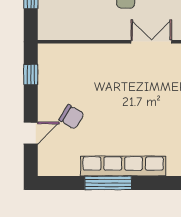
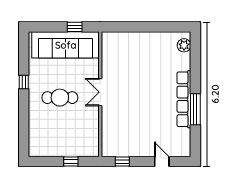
double door: (151, 42) -> (100, 92), moved
chair: (72, 117) -> (151, 134), removed

